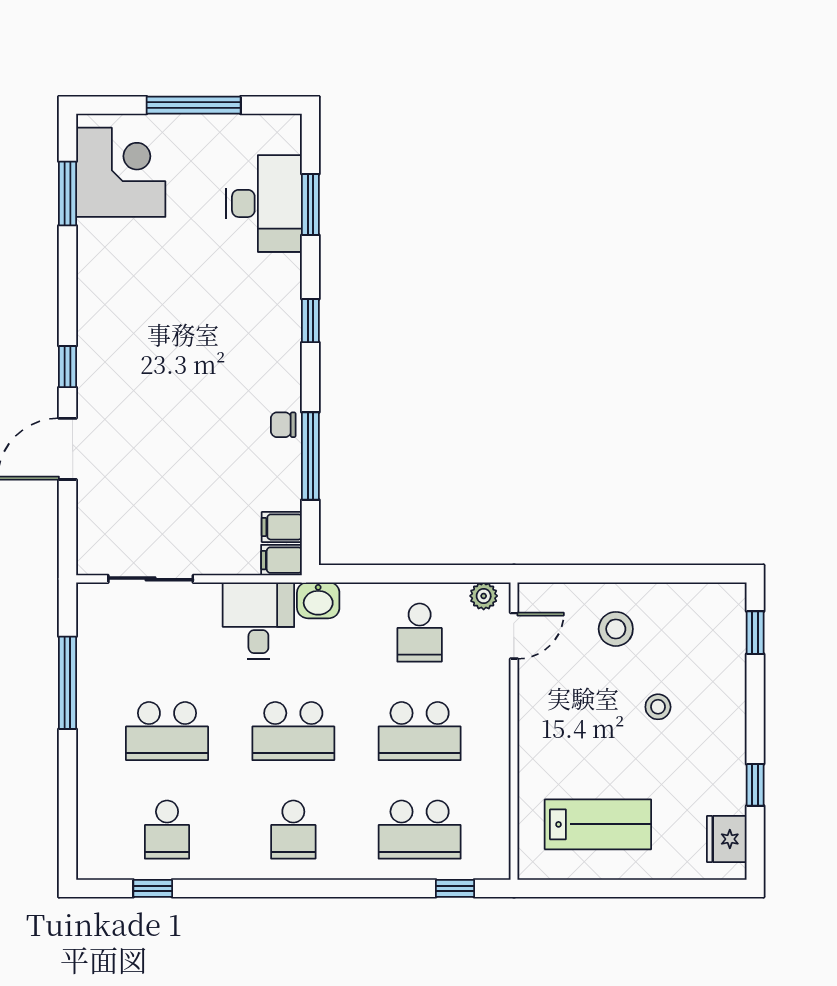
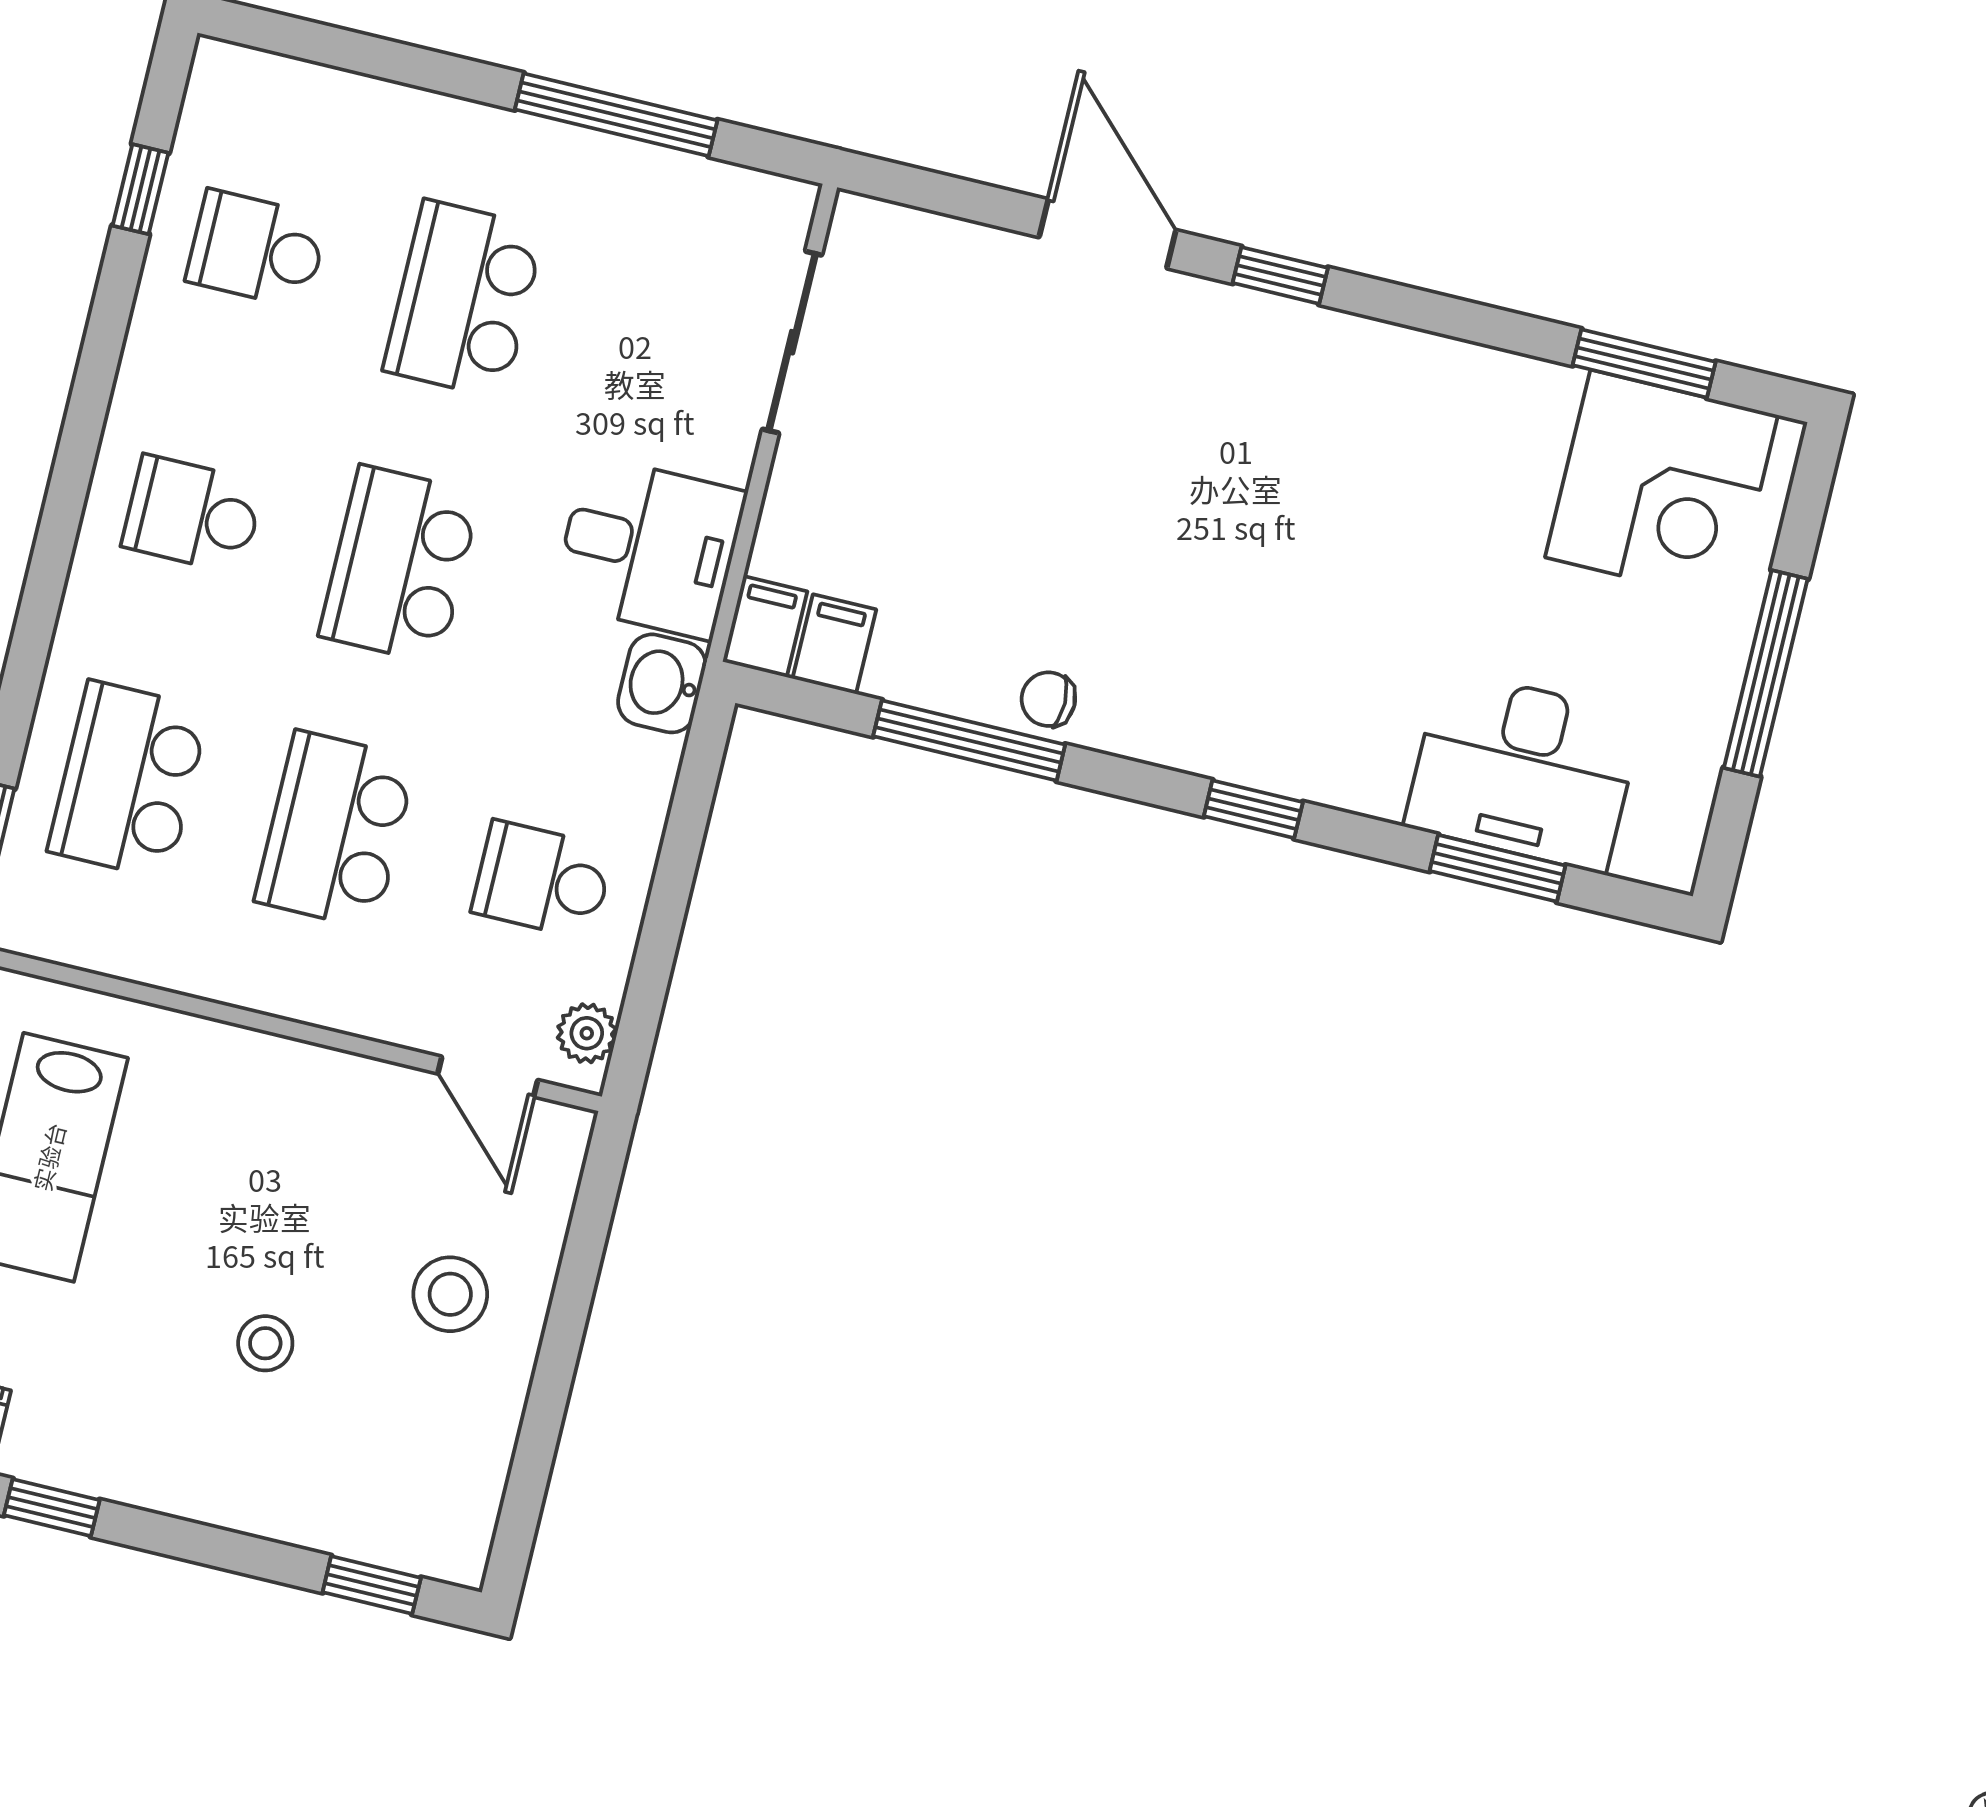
chair: (283, 425) -> (1048, 699), turned -90

